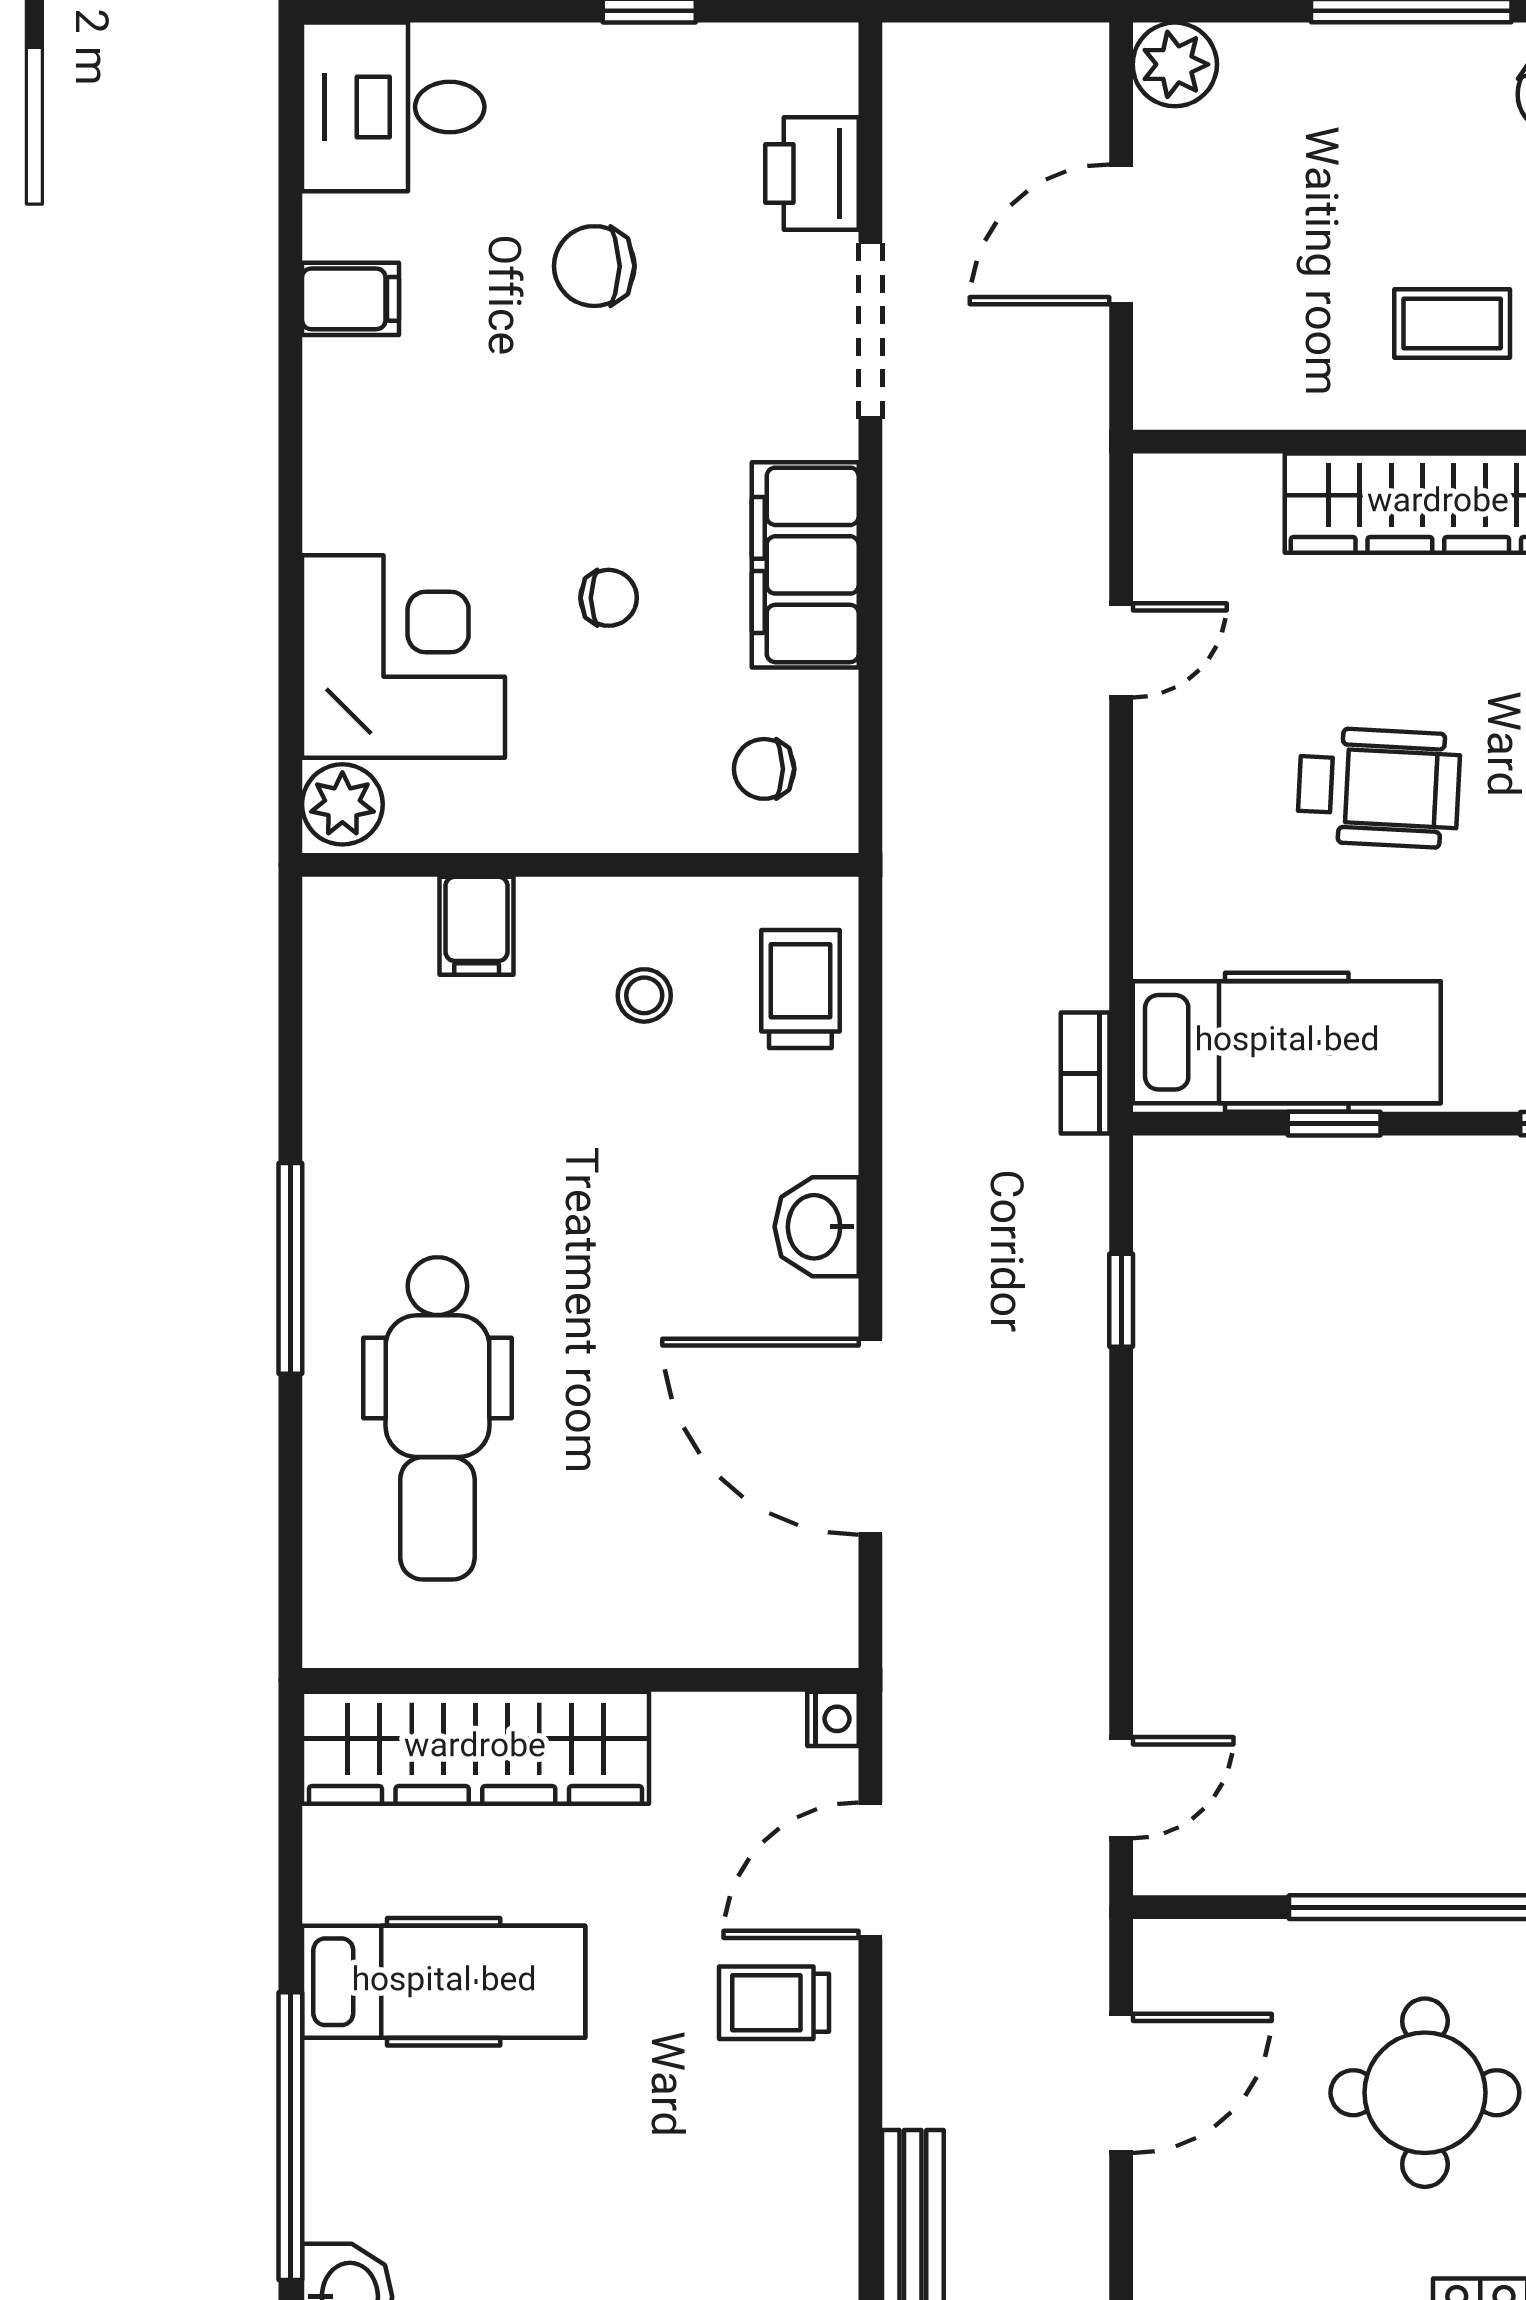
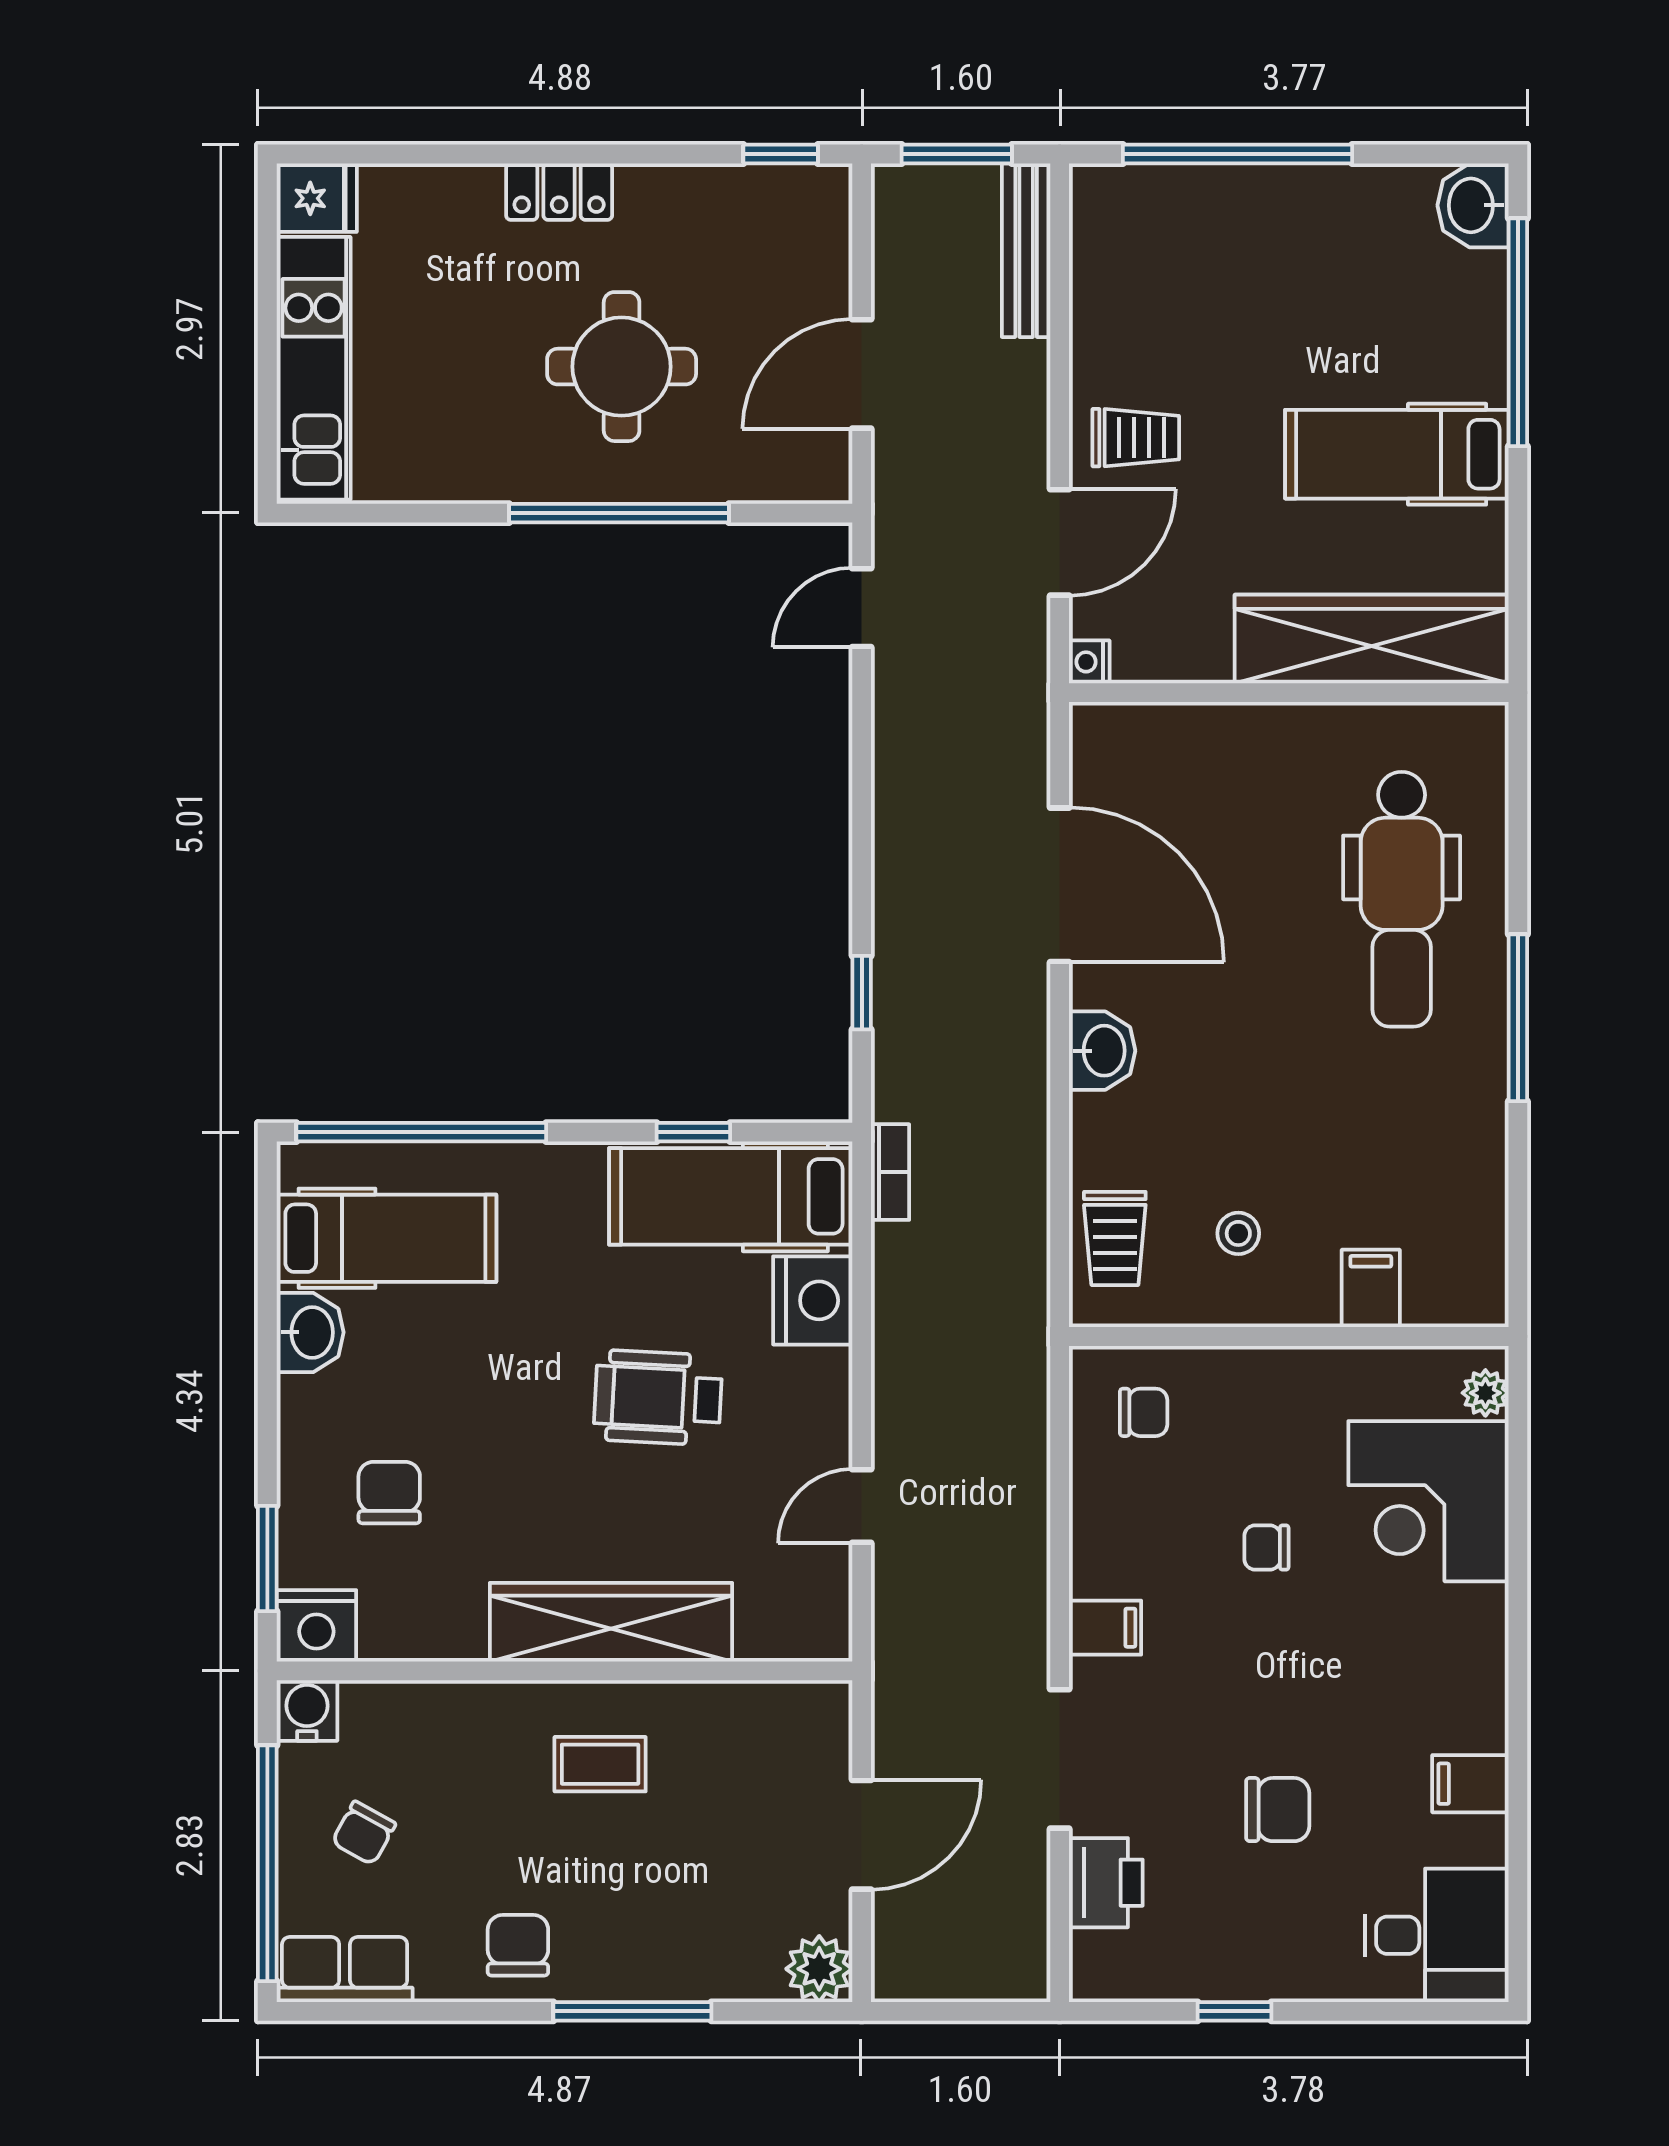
filing cabinet: (805, 565) -> (1105, 1628), width x0.33, depth x0.86
plant: (342, 804) -> (1485, 1393), width x0.73, depth x0.73
nightstand: (1183, 911) -> (813, 1300), added
dental chair: (437, 1418) -> (1402, 899), turned 180

